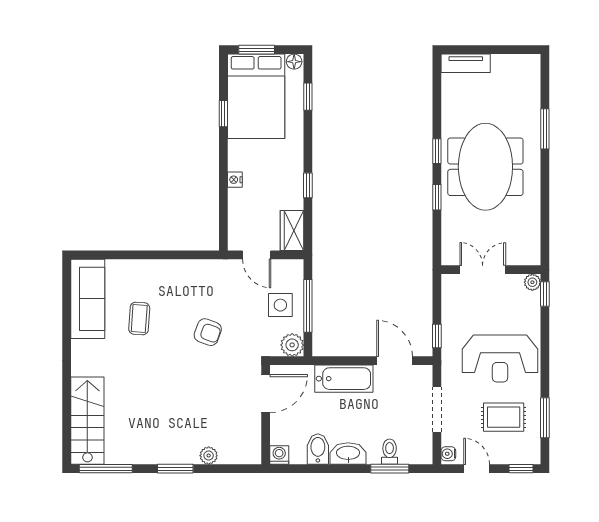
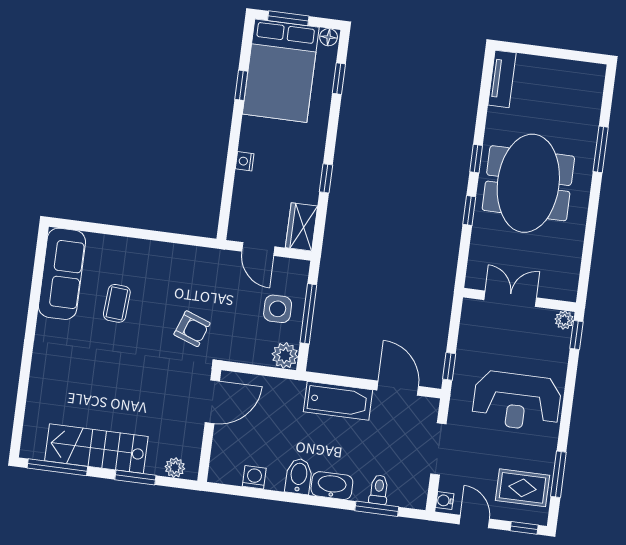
tv unit: (466, 63) -> (502, 79), moved, turned -90
door: (266, 394) -> (212, 402), moved
wall: (266, 415) -> (209, 425), moved
rug: (504, 417) -> (523, 488), moved
stairs: (87, 421) -> (96, 449), moved, turned -90

